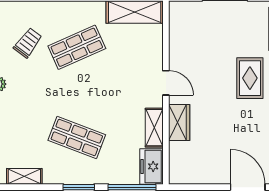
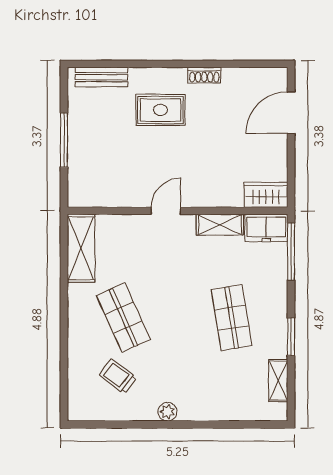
wardrobe: (179, 123) -> (266, 195), moved
shop shelf: (77, 138) -> (232, 318), turned -30
window: (79, 187) -> (291, 337), moved

